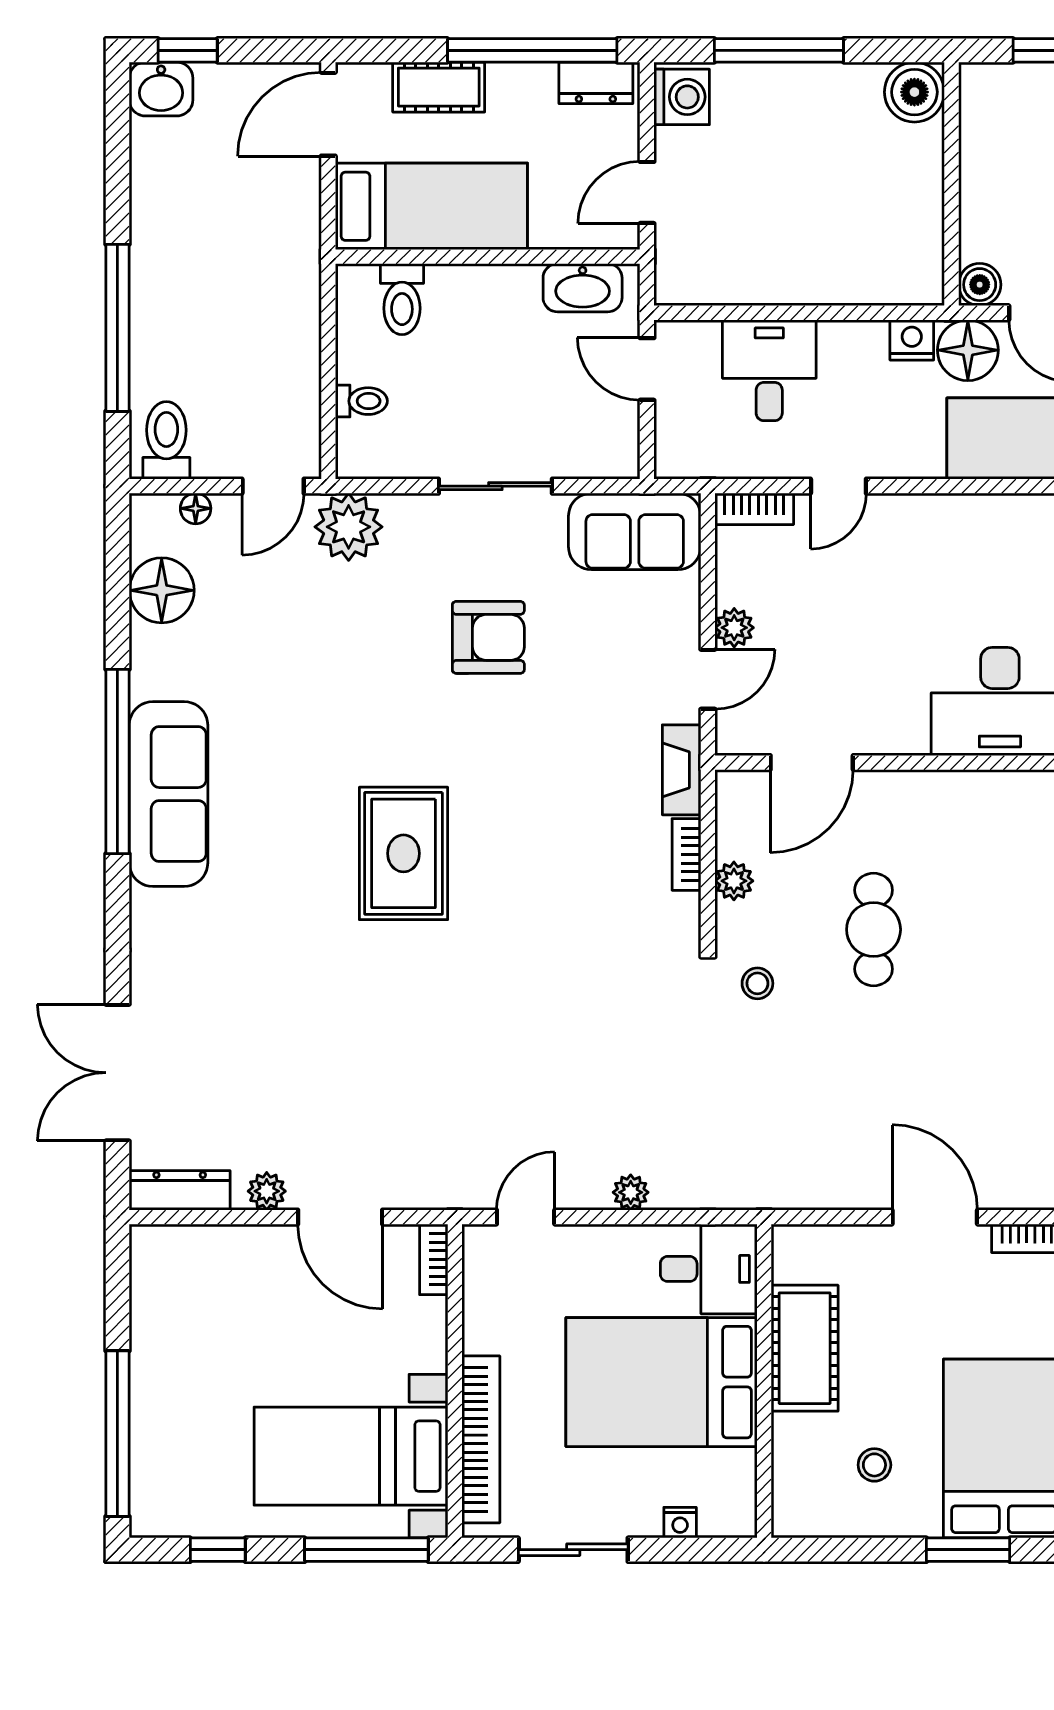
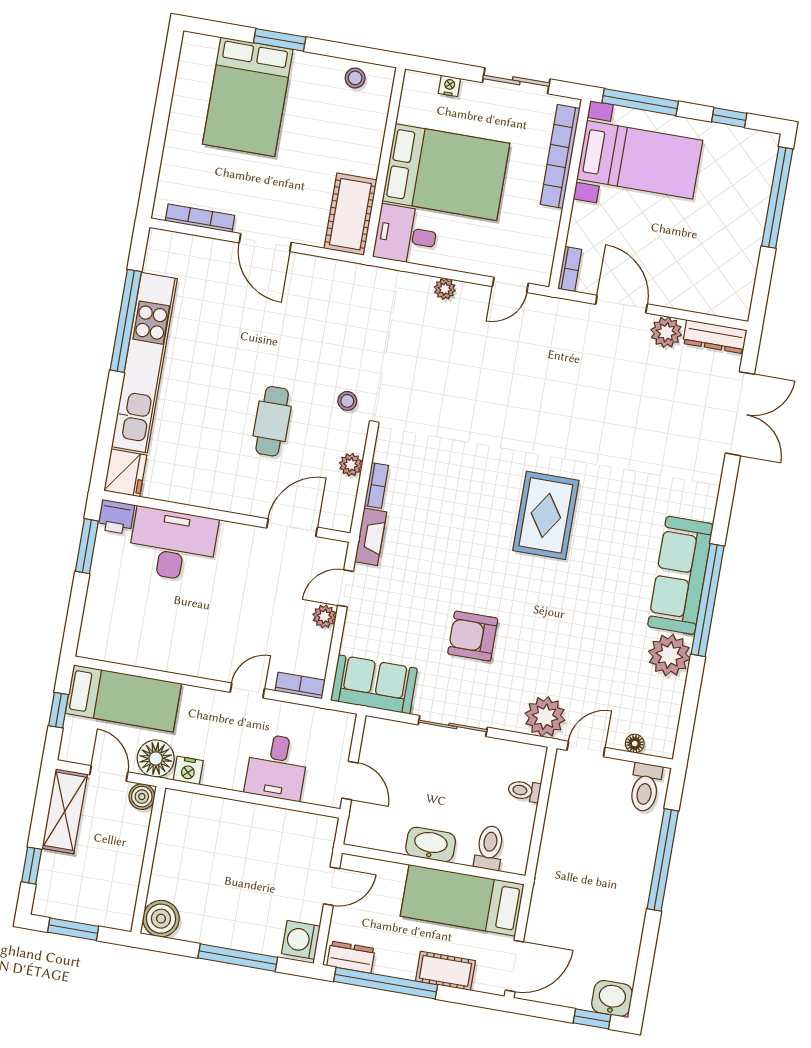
washbasin: (583, 288) -> (431, 845), moved
floor lamp: (162, 590) -> (663, 698), removed
plant: (164, 662) -> (669, 655), added
plant: (267, 1191) -> (666, 332), width x1.38, depth x1.38
cot: (805, 1348) -> (350, 214), moved
stool: (874, 1465) -> (355, 78), moved

